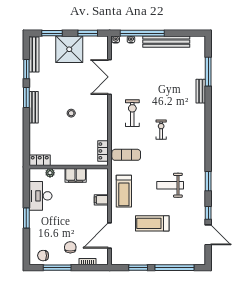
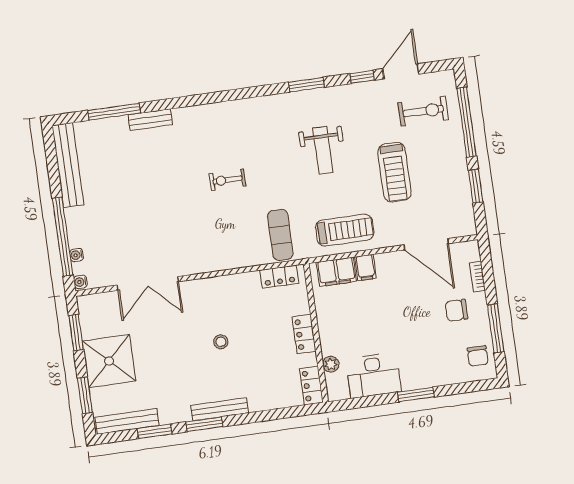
bench: (166, 42) -> (68, 165), moved
exercise bike: (132, 113) -> (423, 111), moved, turned 180
locker: (69, 160) -> (304, 334), added
filing cabinet: (76, 175) -> (336, 272), moved, turned 90

